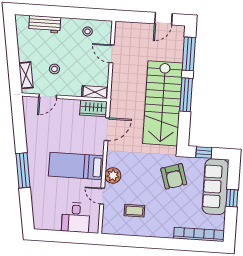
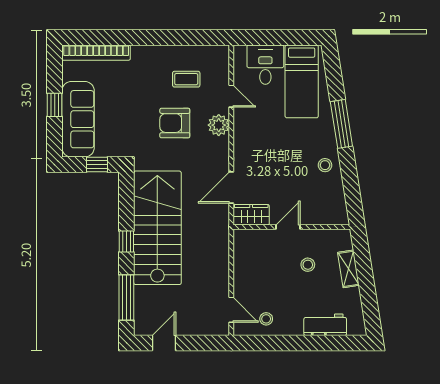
door: (112, 54) -> (231, 310), moved
shelving: (26, 75) -> (348, 269), moved
shelving: (95, 92) -> (251, 237), removed
window: (186, 95) -> (126, 242), width x0.46
door: (48, 96) -> (288, 227), moved
stool: (37, 141) -> (325, 165), added
bed: (76, 166) -> (302, 81), moved, turned 90
armchair: (174, 176) -> (175, 123), moved, turned -73

